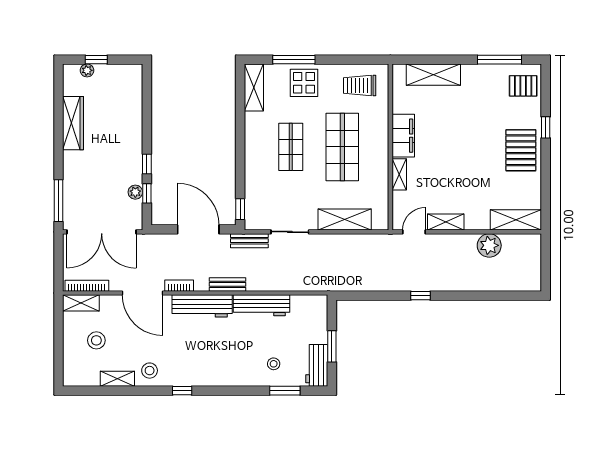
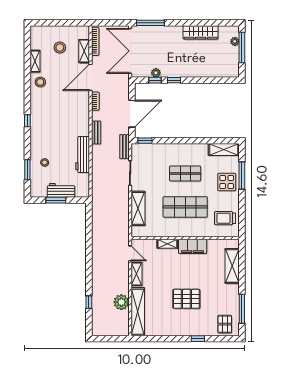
window: (96, 60) -> (242, 48), width x2.17
trolley: (360, 86) -> (225, 218), turned -90
pallet: (521, 150) -> (186, 299), moved
shelving: (516, 220) -> (138, 312), width x1.47
window: (420, 296) -> (89, 302), moved
shelving: (81, 303) -> (84, 51), moved
workbench: (202, 306) -> (82, 116), removed
workbench: (317, 365) -> (61, 190), moved
window: (182, 391) -> (27, 121), moved

